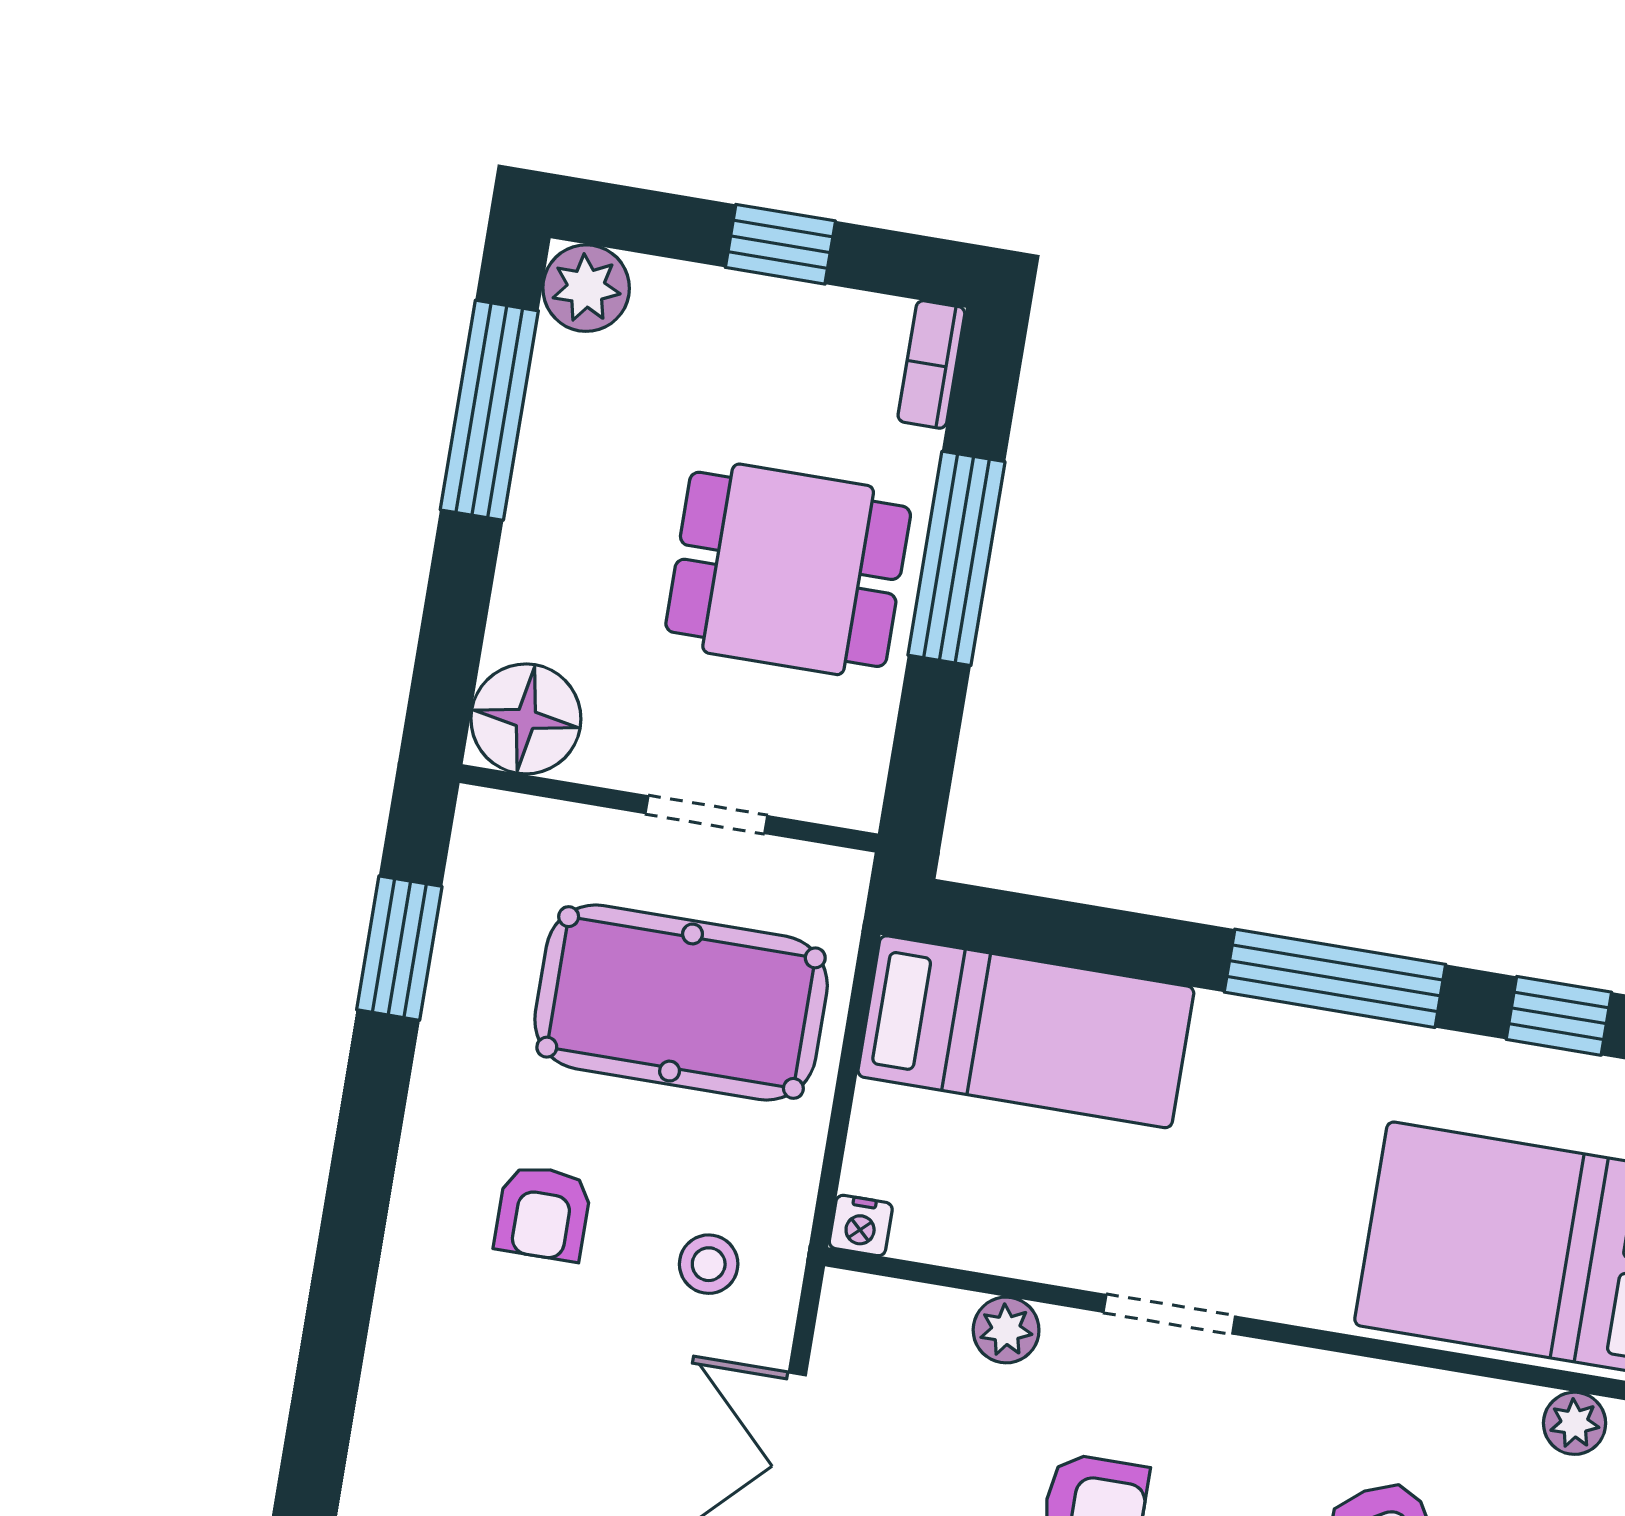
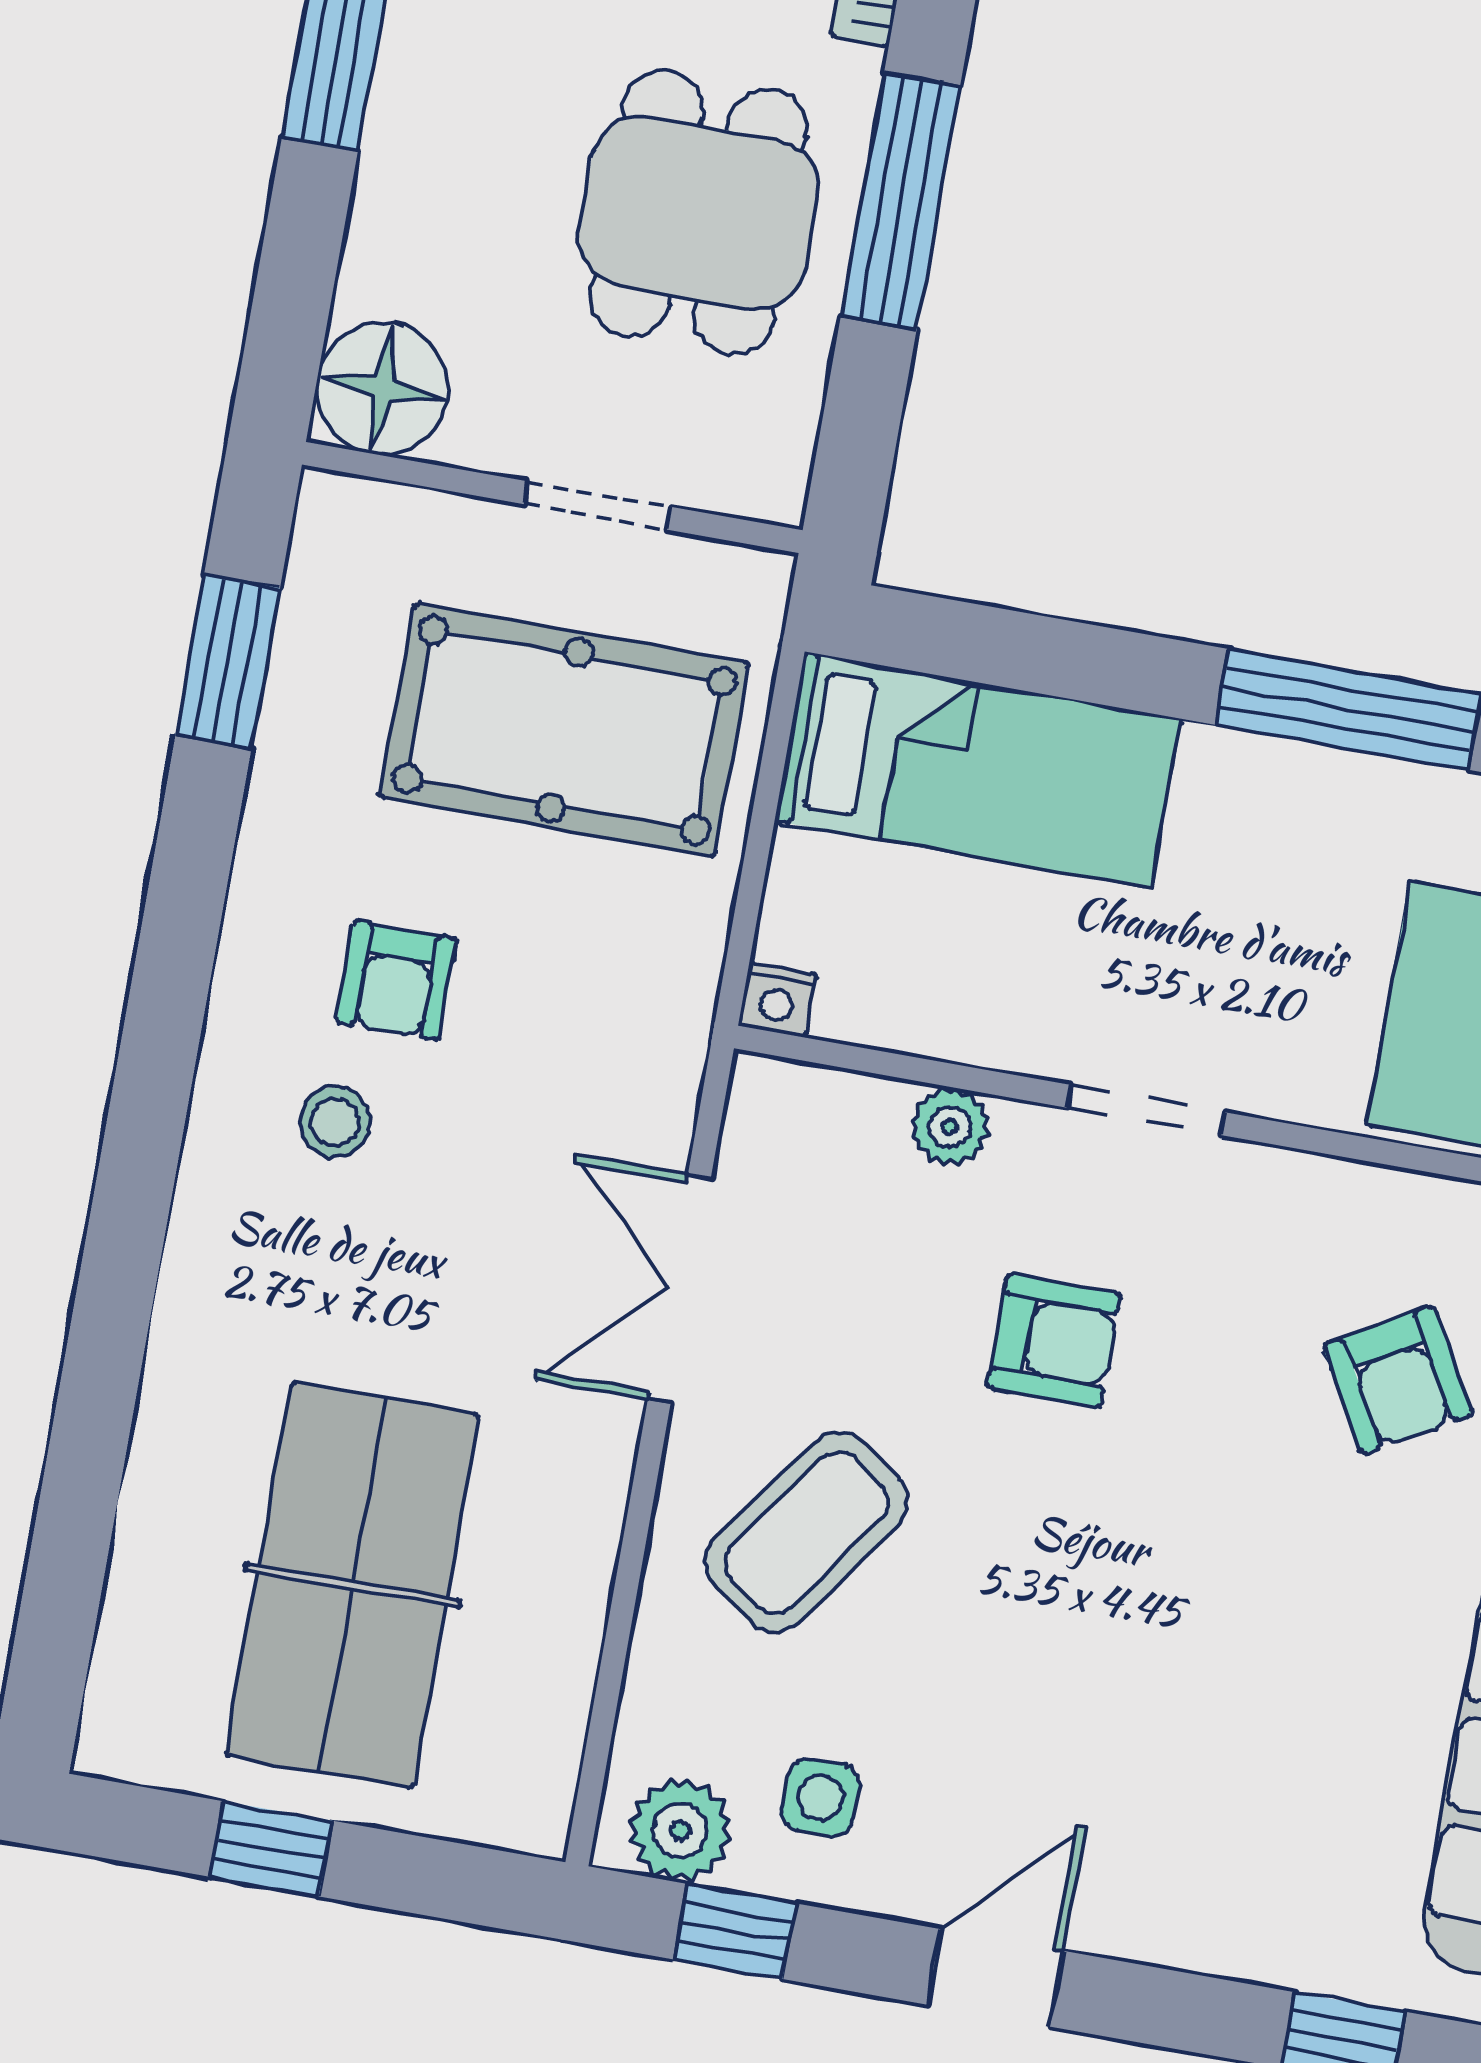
dining table: (788, 569) -> (698, 213), turned 90
stool: (709, 1264) -> (335, 1122), moved

